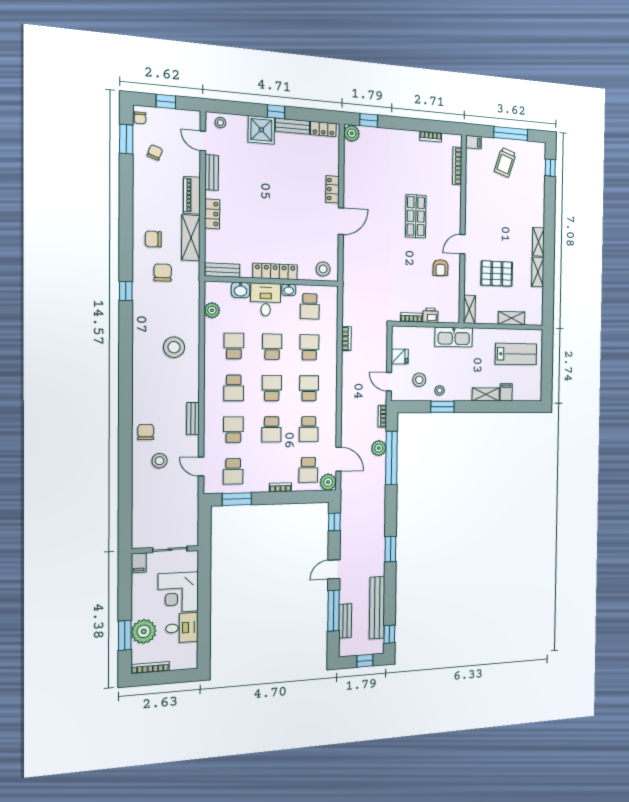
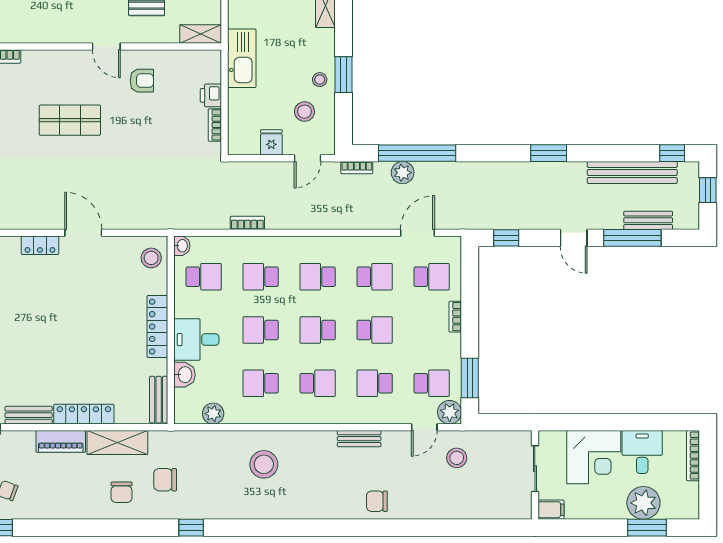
locker: (212, 214) -> (84, 414), width x1.53
washbasin: (289, 290) -> (182, 246), moved
stool: (160, 461) -> (457, 458), moved
plant: (328, 482) -> (450, 412), moved
bookcase: (150, 668) -> (693, 456), moved

